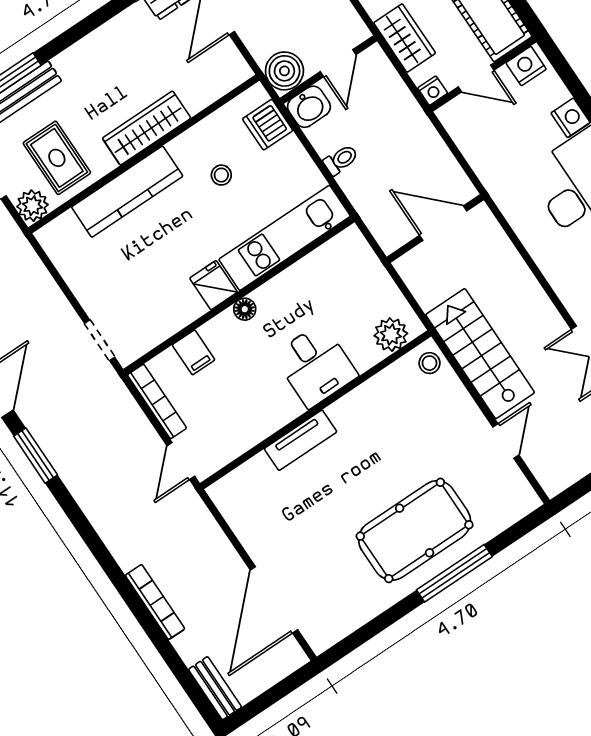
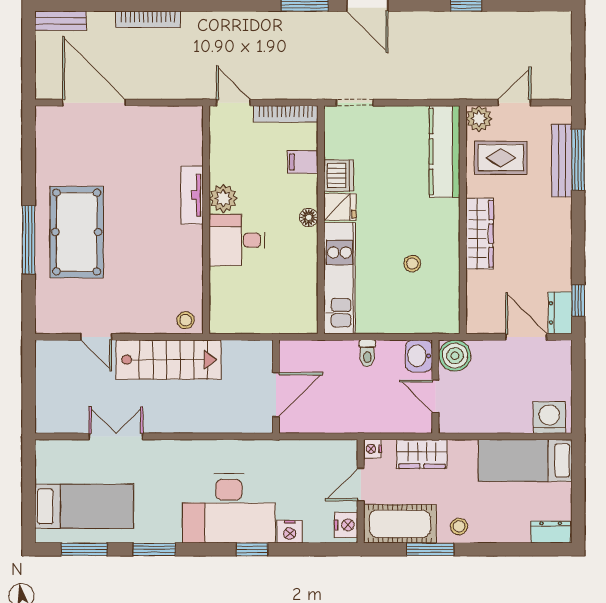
dishwasher: (268, 125) -> (339, 176), moved, turned 90
kitchen counter: (127, 192) -> (445, 151), moved
plant: (391, 335) -> (223, 198), moved

